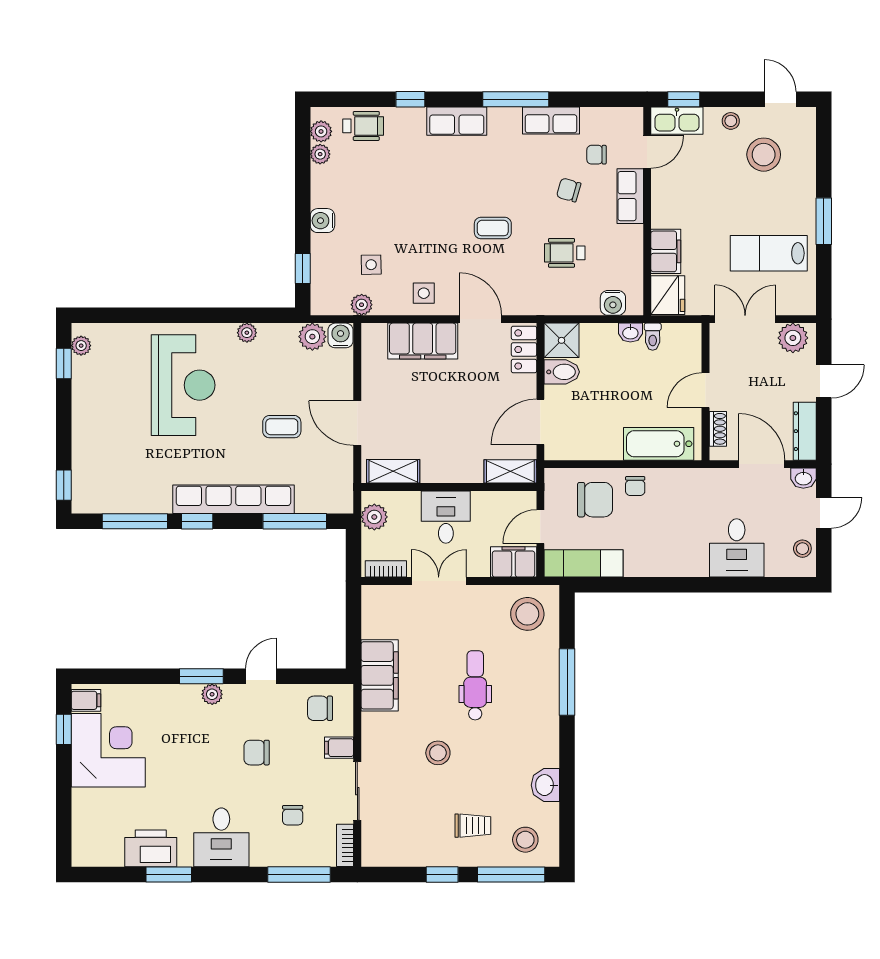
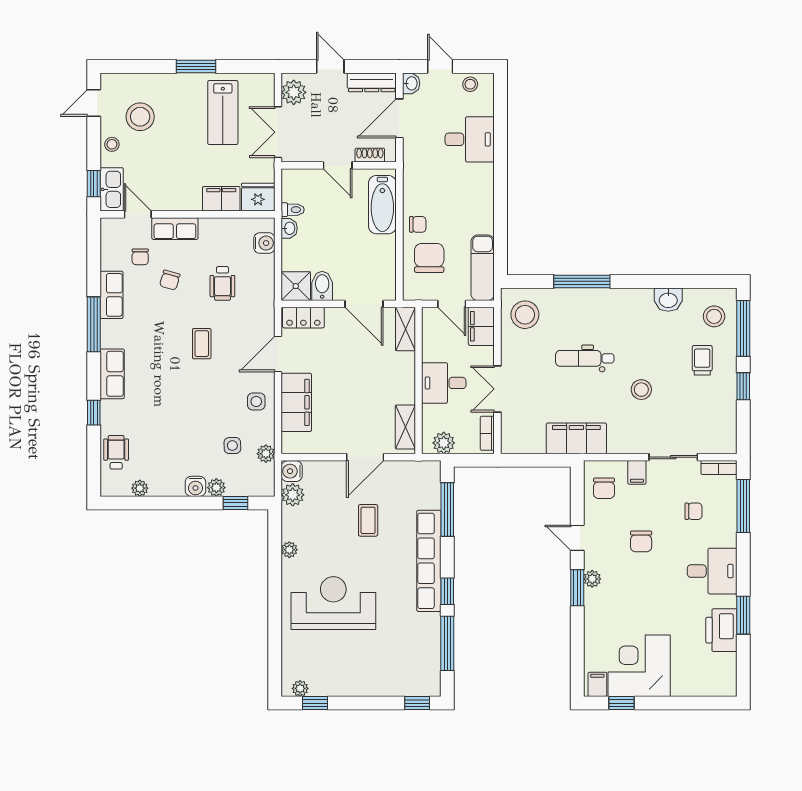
plant: (321, 131) -> (216, 488), moved

